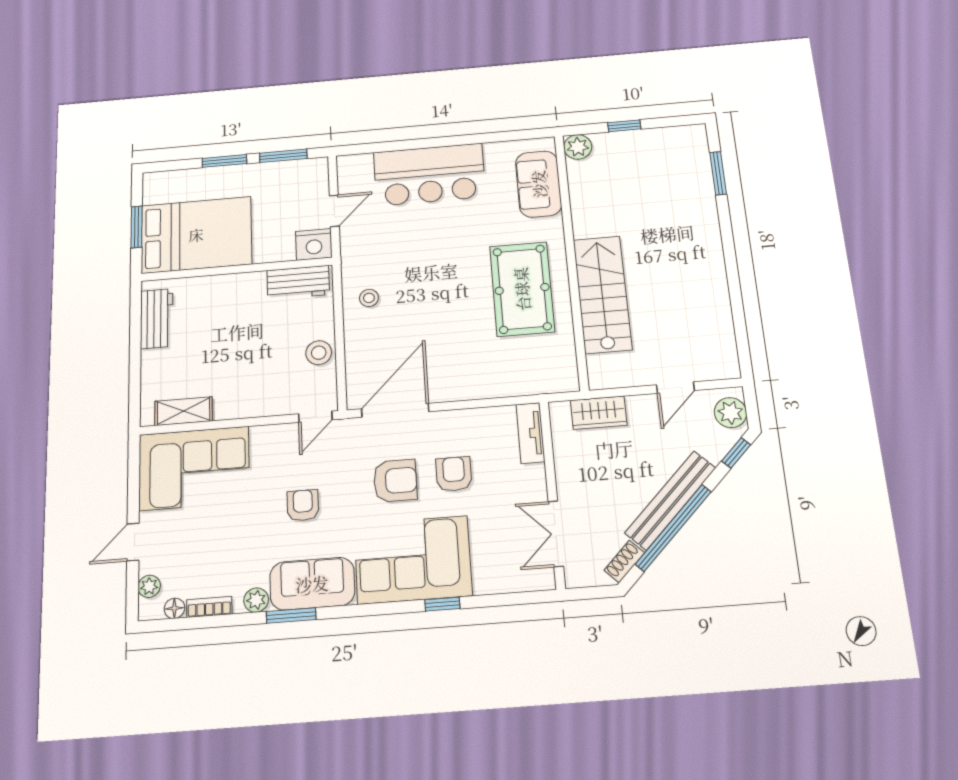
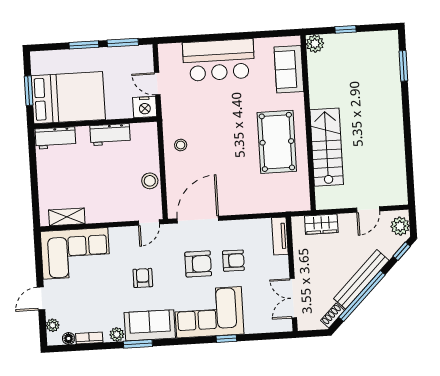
door: (334, 211) -> (157, 84), swing flipped
workbench: (298, 283) -> (110, 135), moved
workbench: (157, 319) -> (55, 138), moved, turned 90
armchair: (454, 474) -> (233, 261), turned 90

